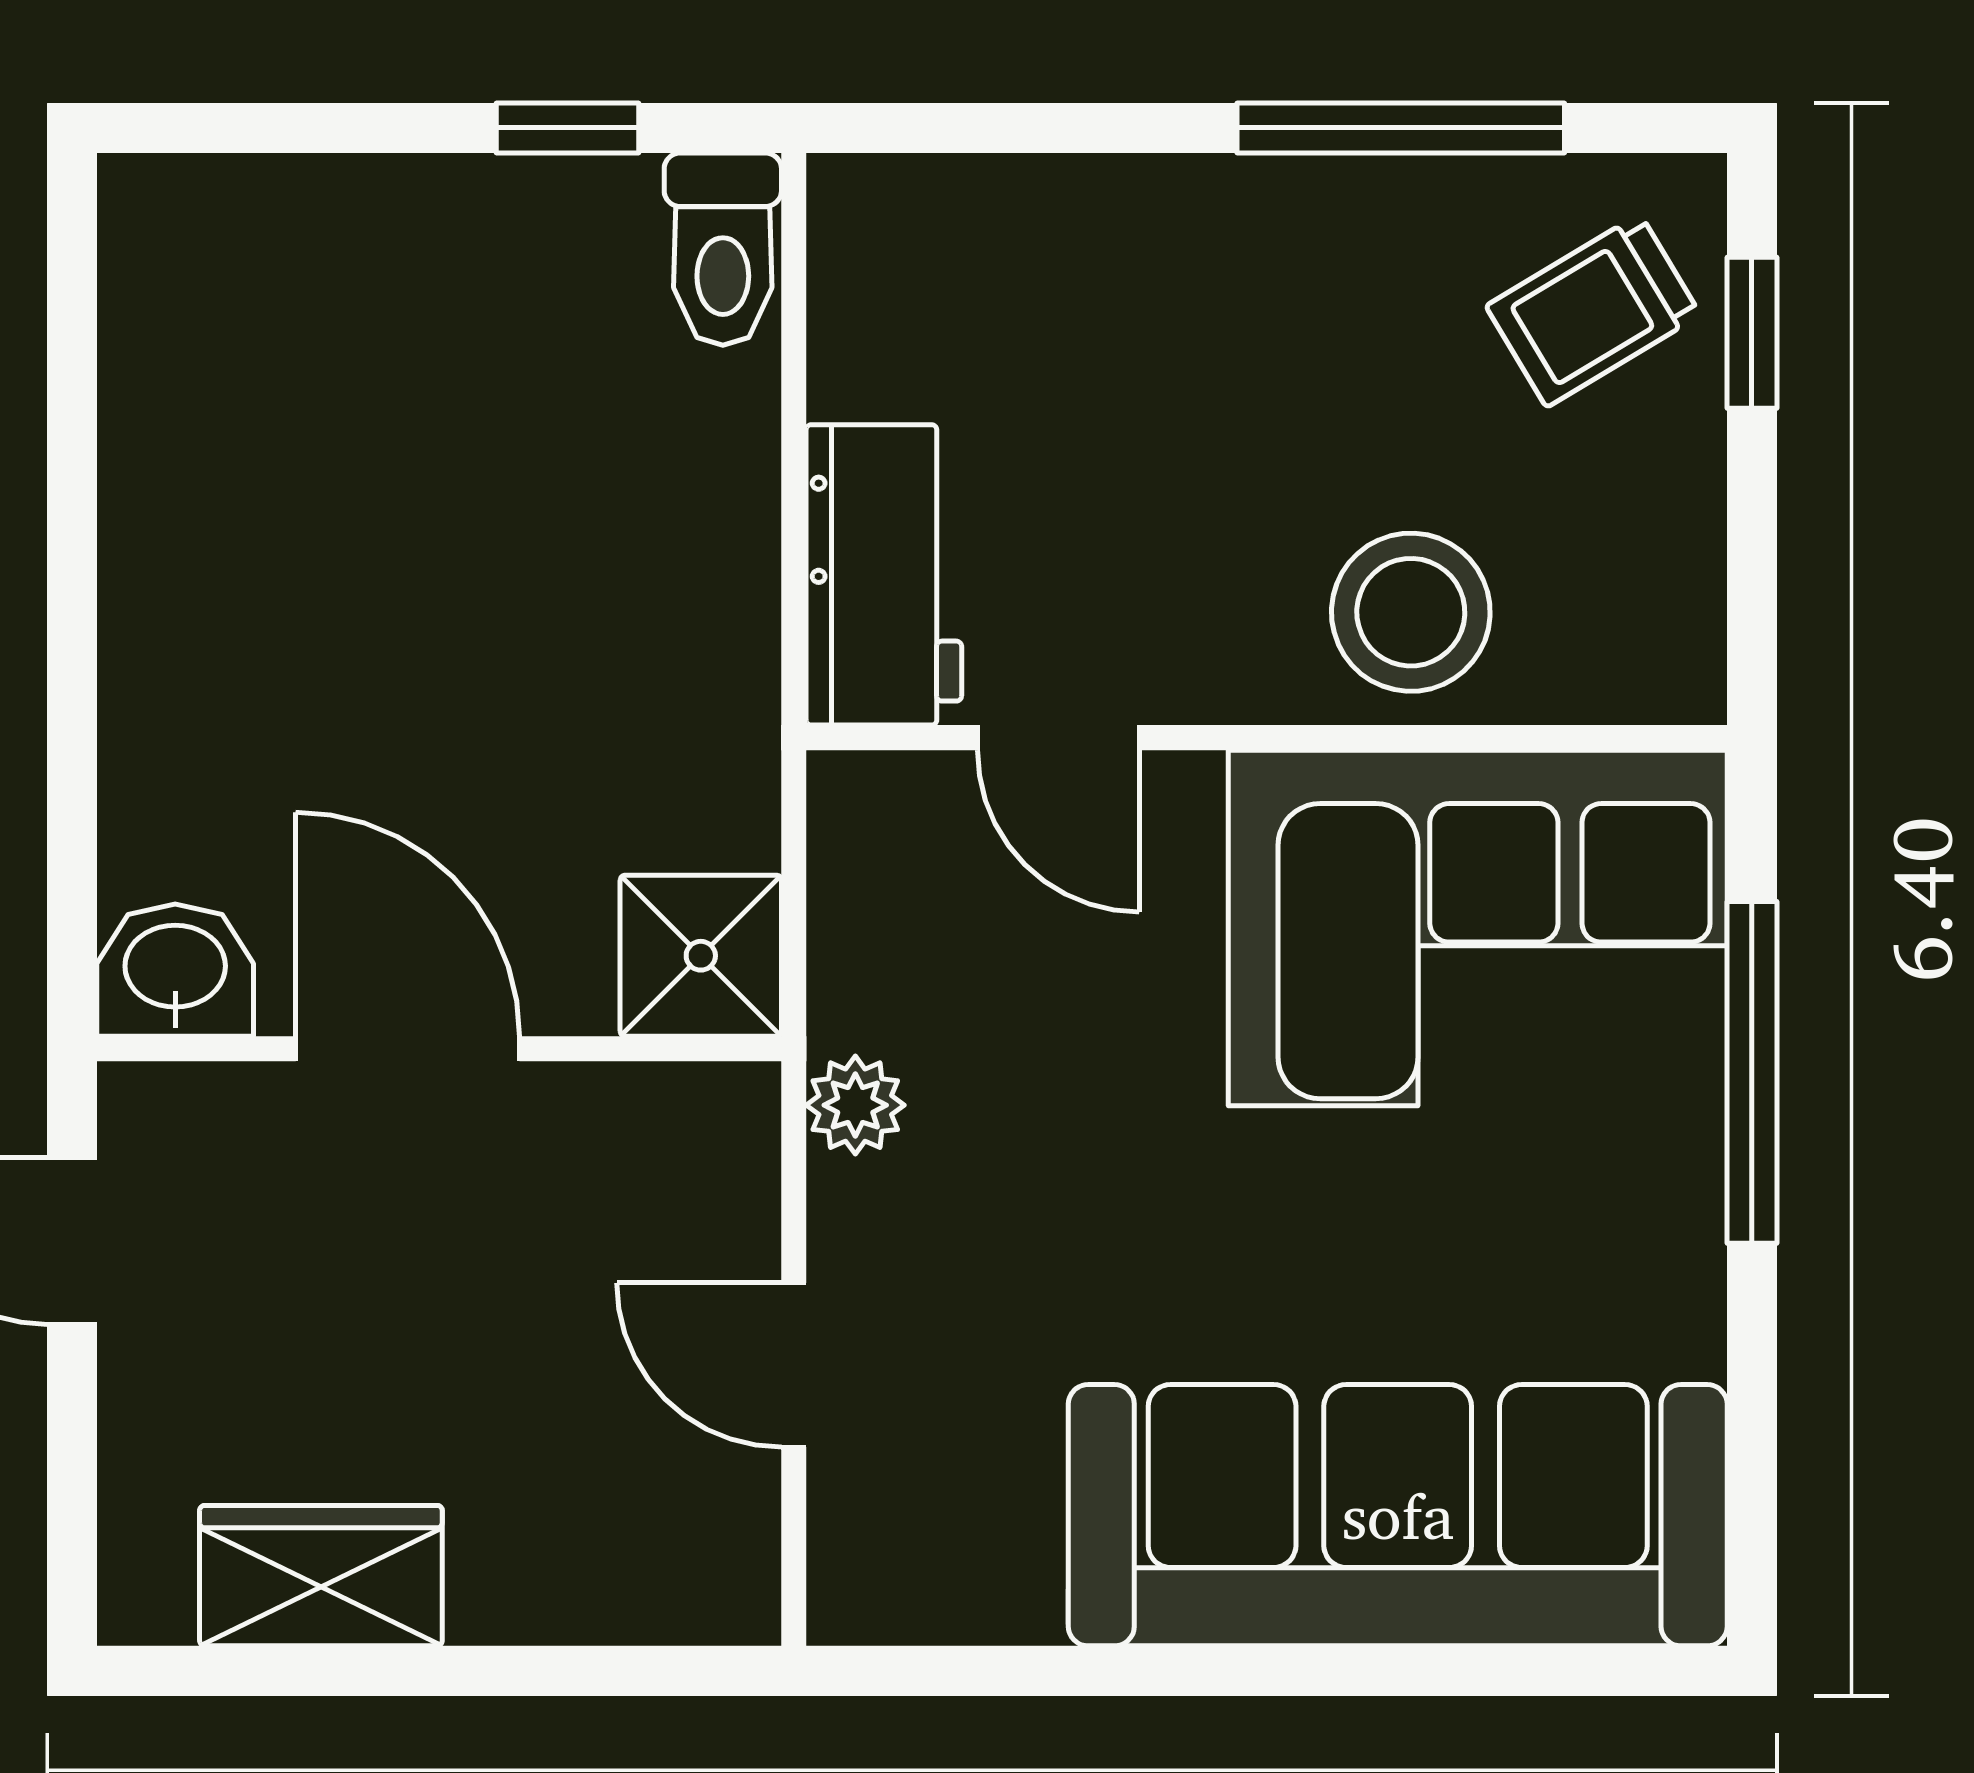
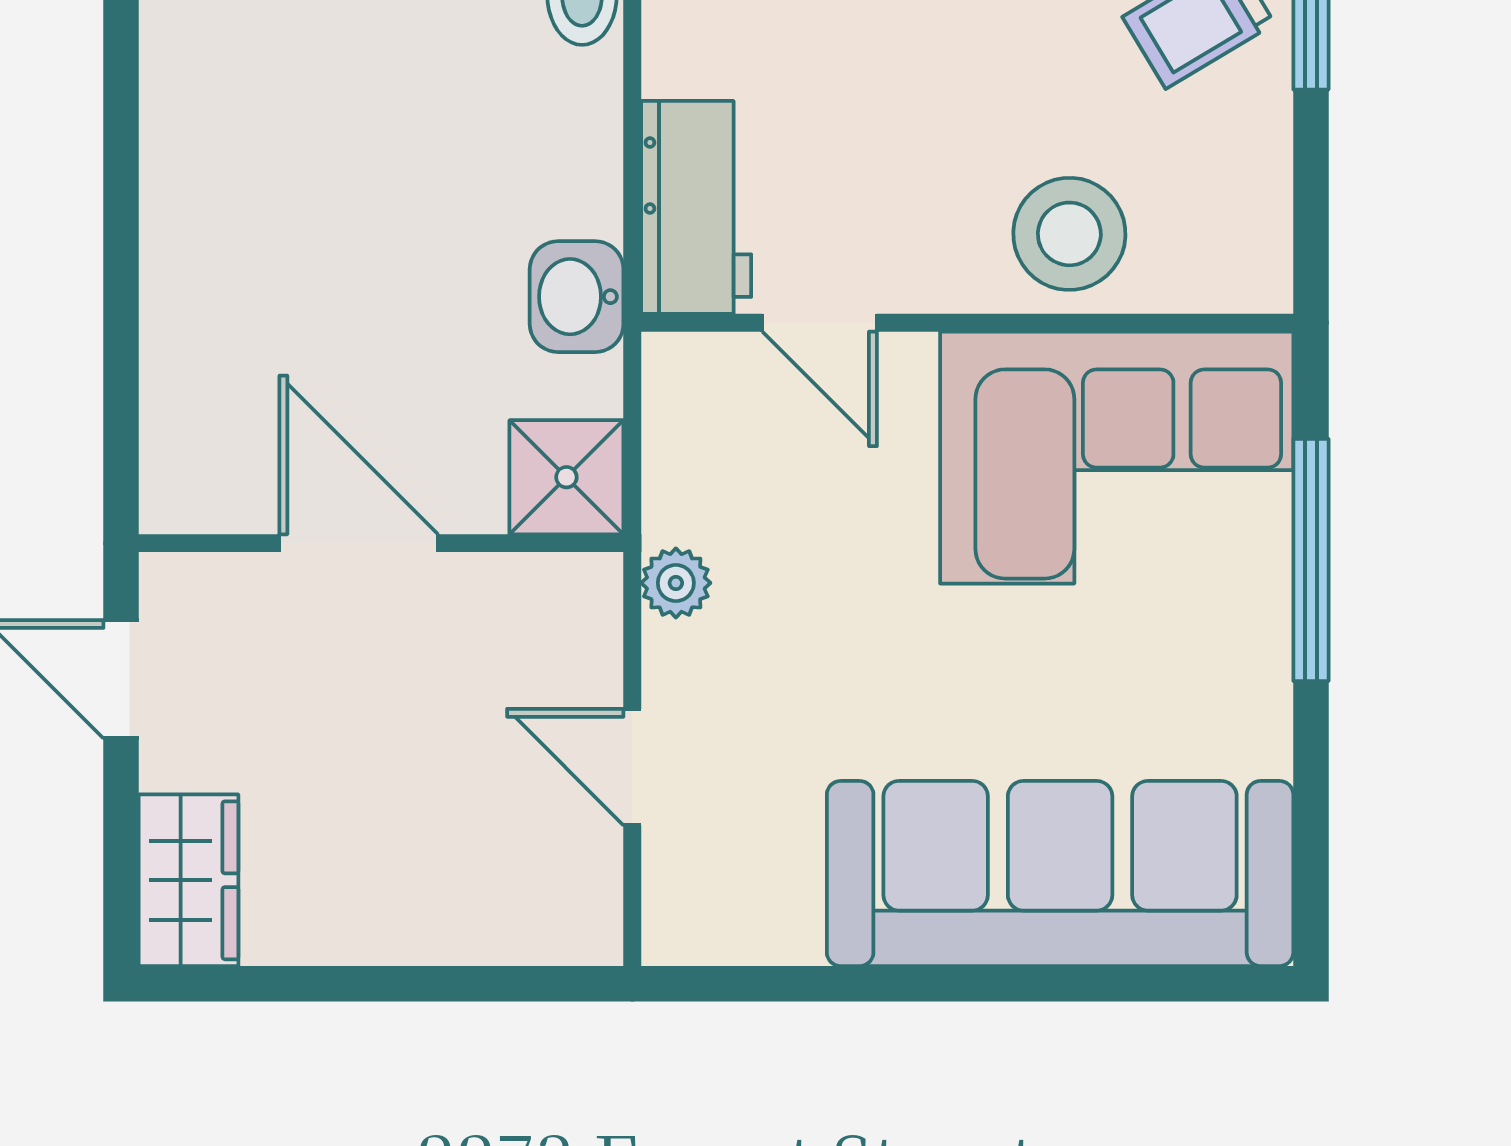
washbasin: (175, 970) -> (577, 297), moved, turned -90
wardrobe: (321, 1576) -> (189, 880), moved, turned 90

